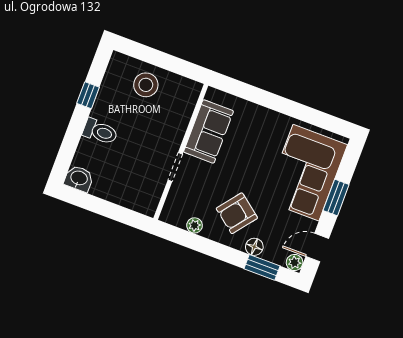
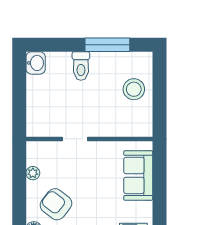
window: (88, 95) -> (107, 45), width x2.17
sofa: (208, 131) -> (138, 175), moved, turned 90

